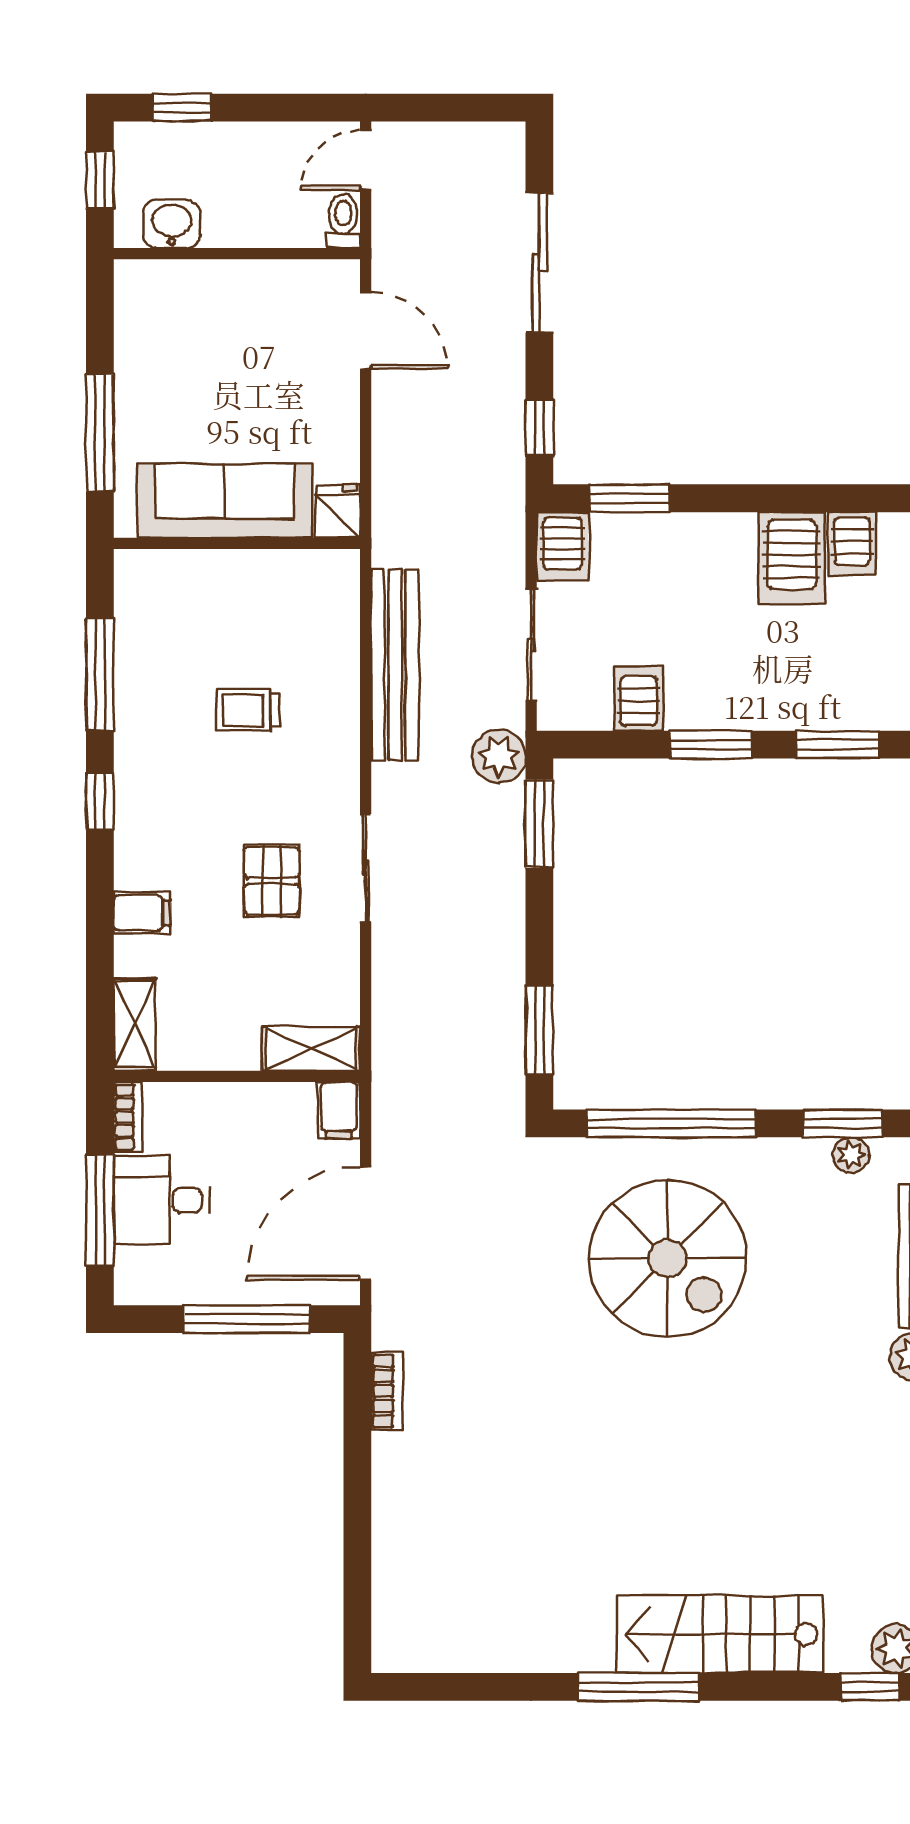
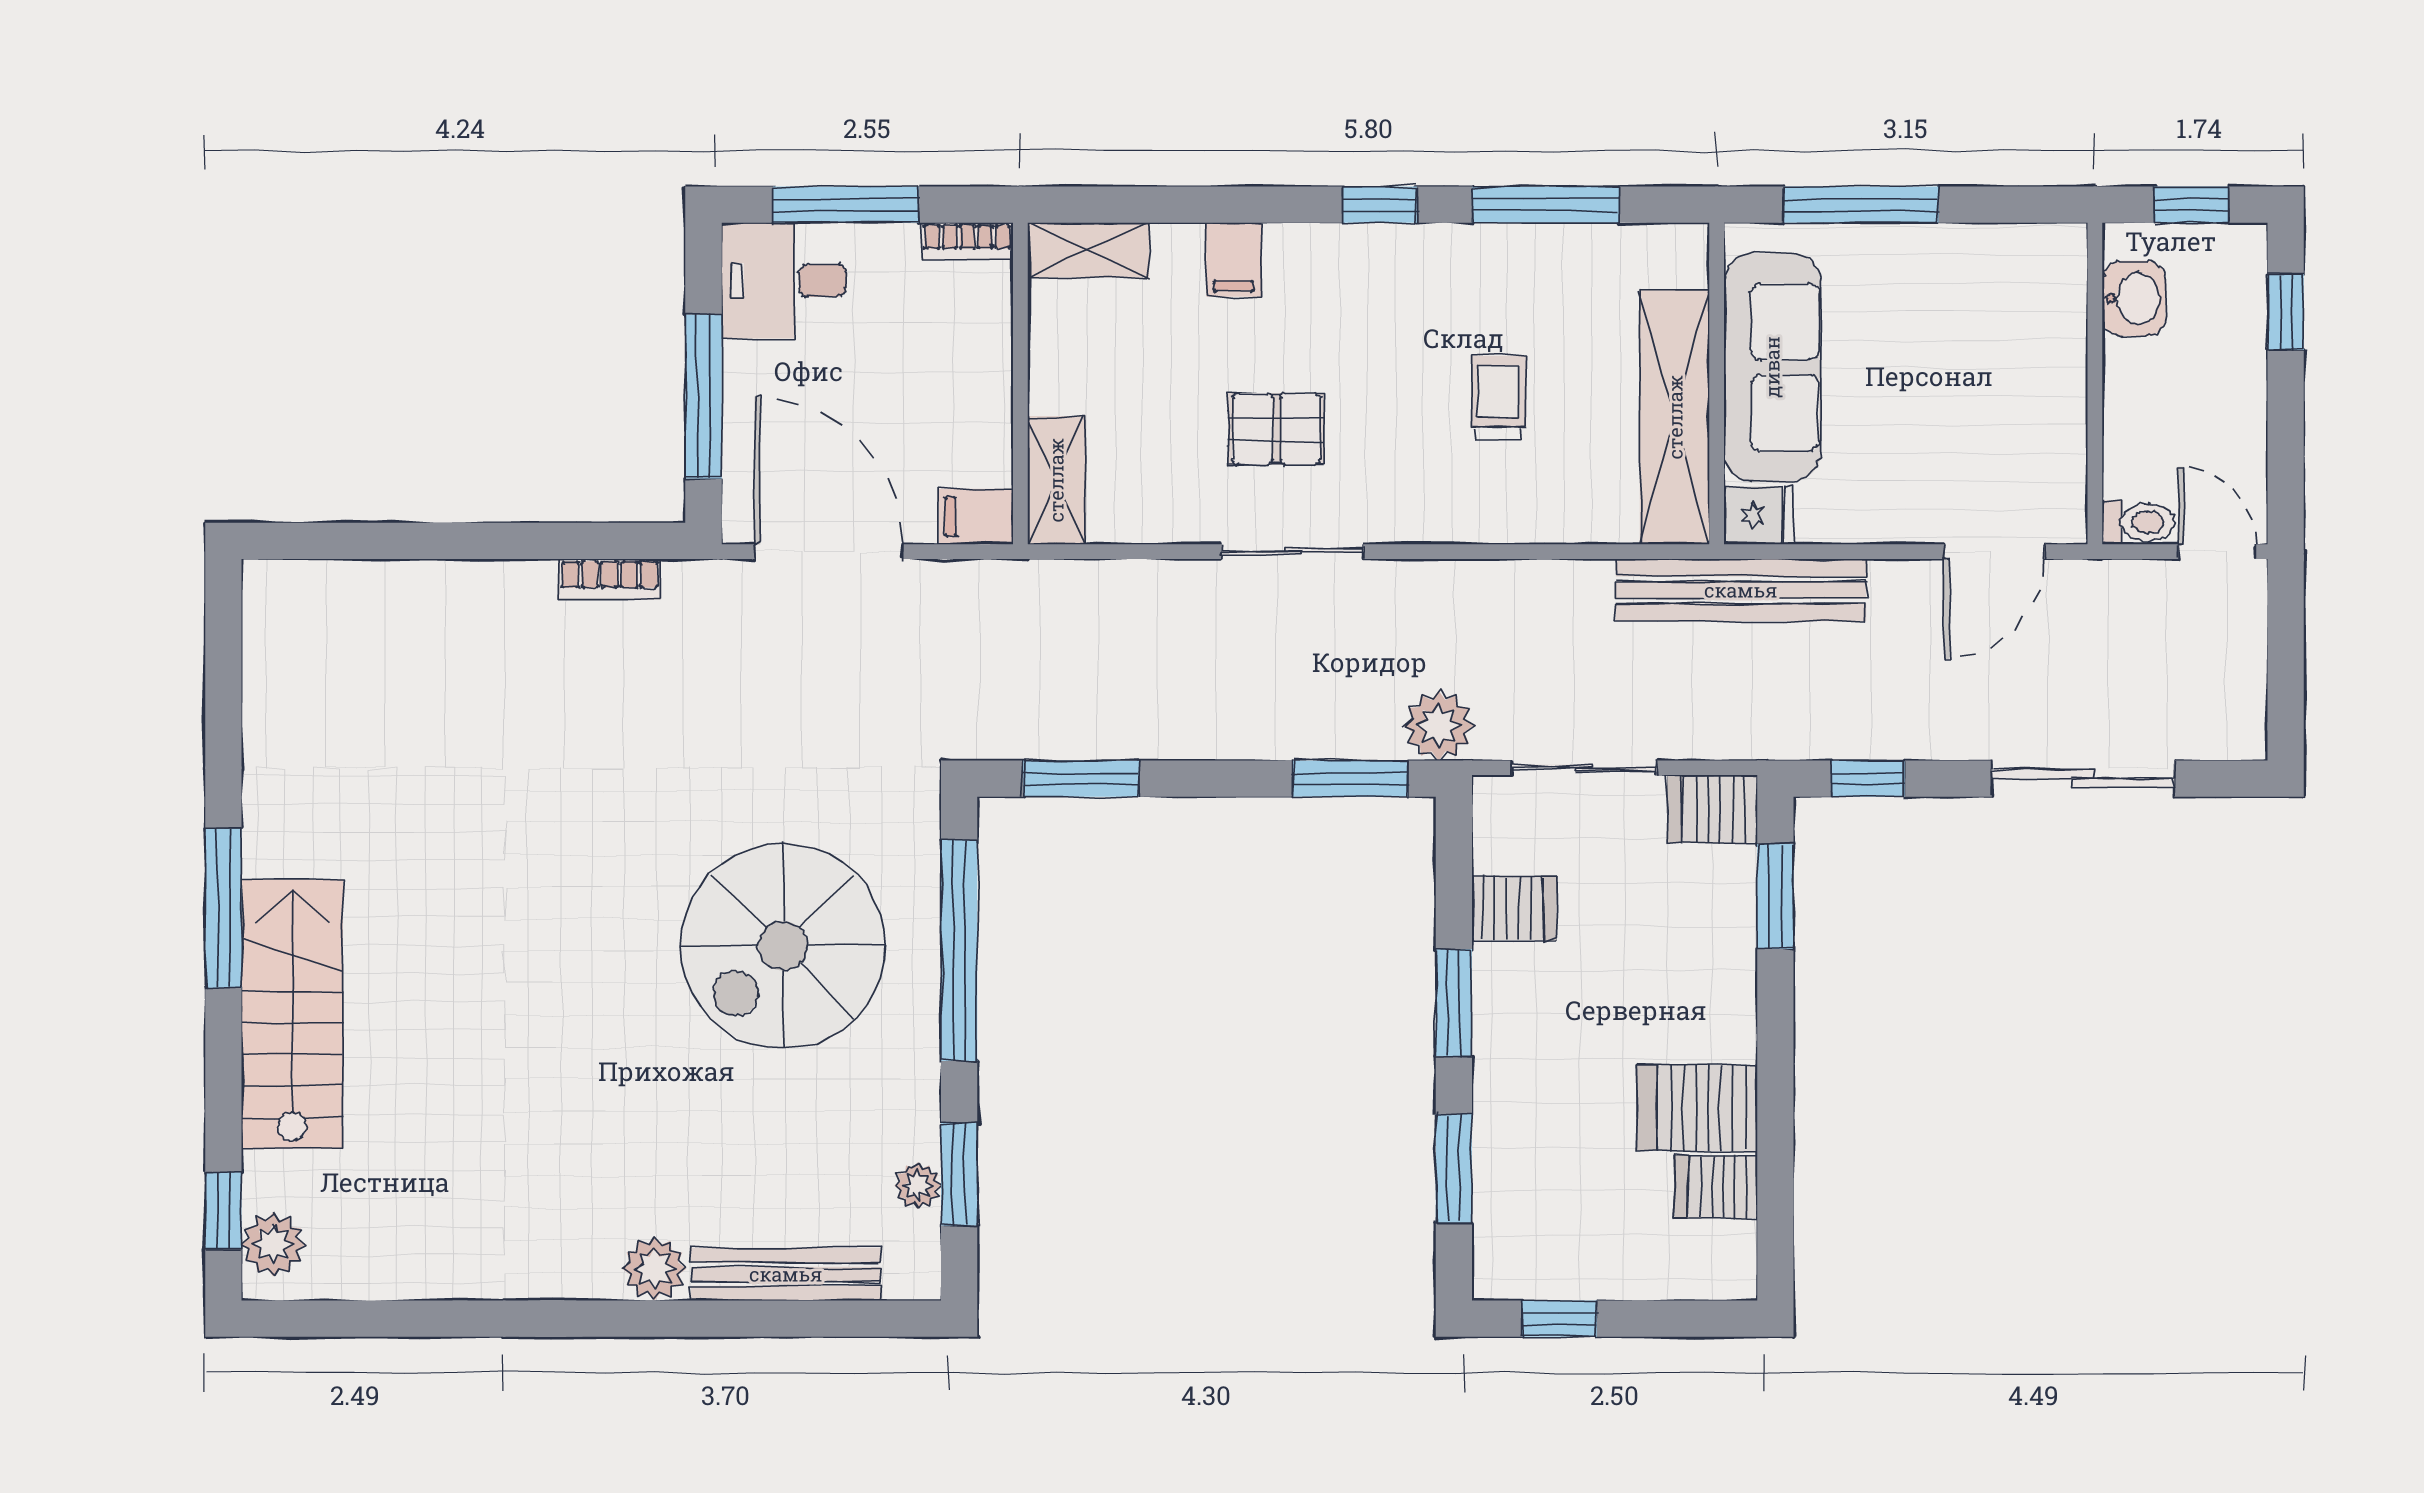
shelving: (263, 575) -> (1675, 417), added
bench: (395, 665) -> (1741, 590), moved
desk: (162, 1200) -> (784, 281), moved, turned -90

